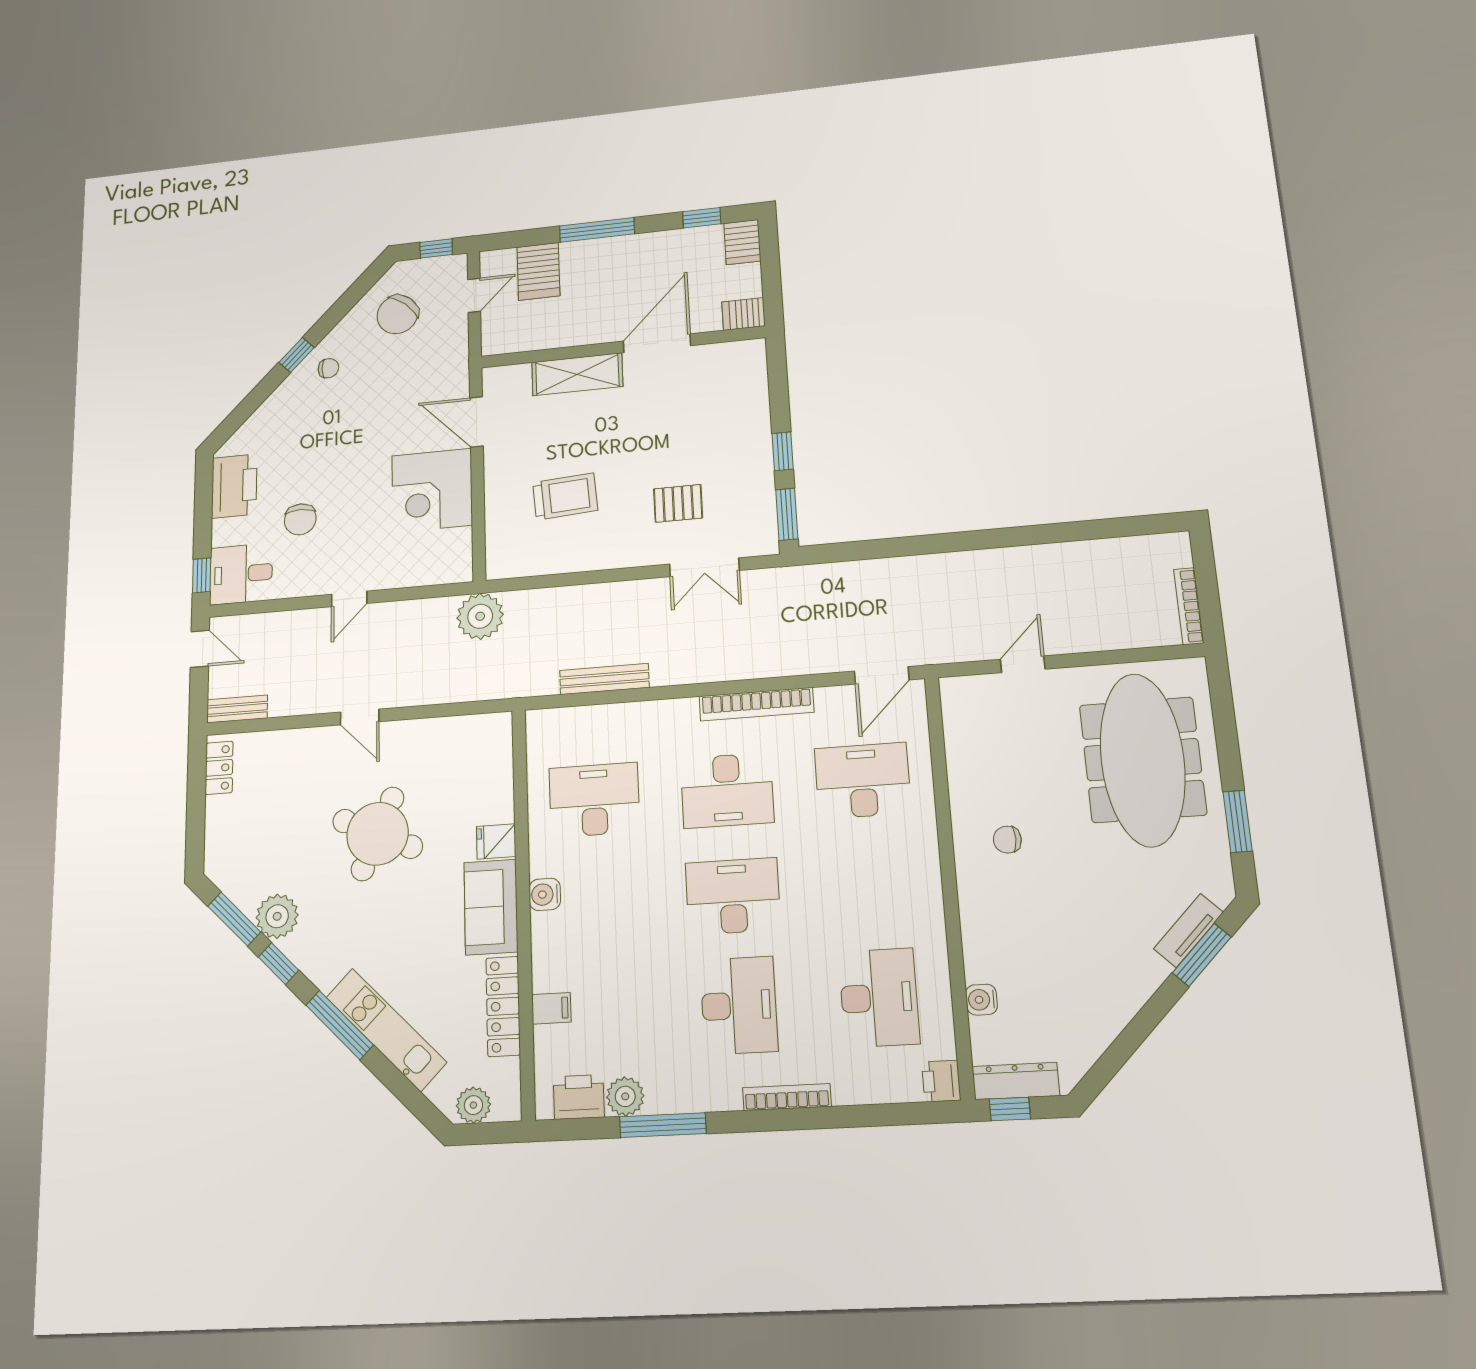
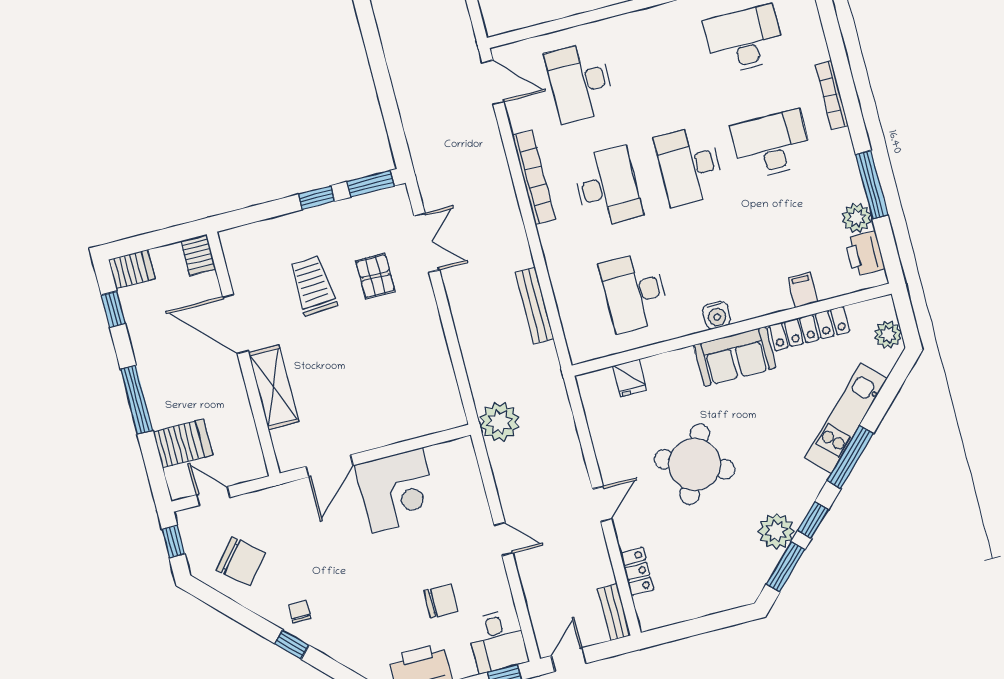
trolley: (565, 496) -> (313, 286), moved
locker: (219, 768) -> (637, 571), moved, turned 90
fridge: (496, 841) -> (630, 378), moved

